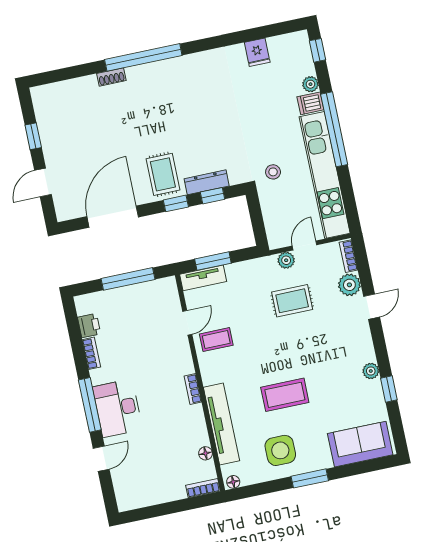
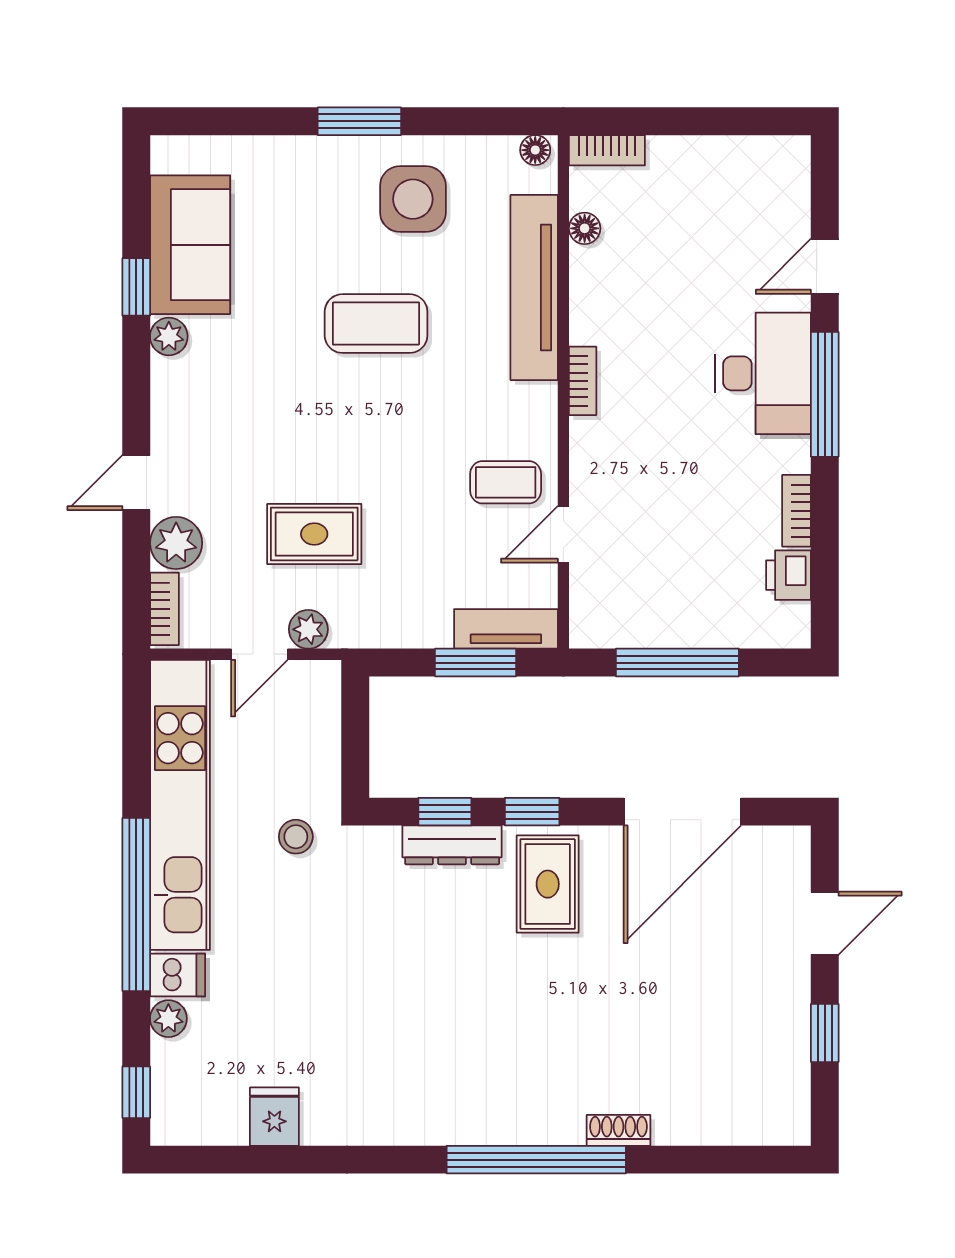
sofa: (360, 444) -> (190, 245), moved, turned -90

